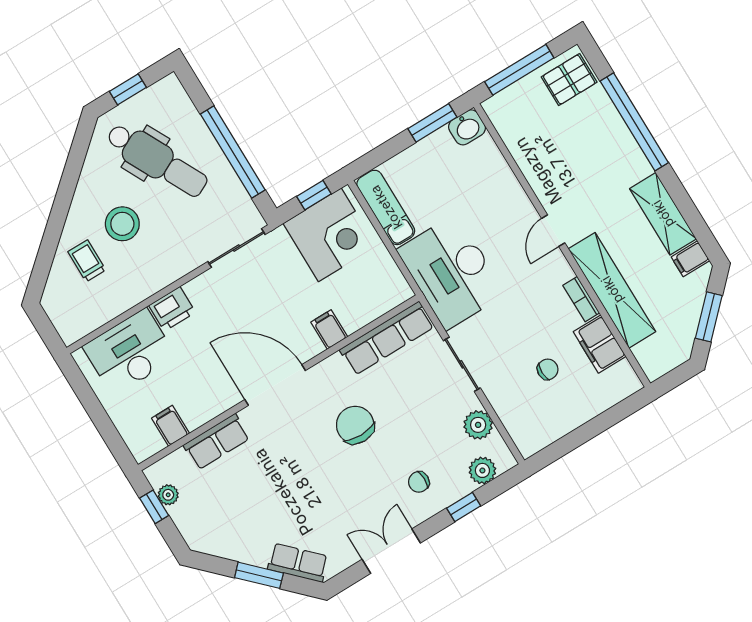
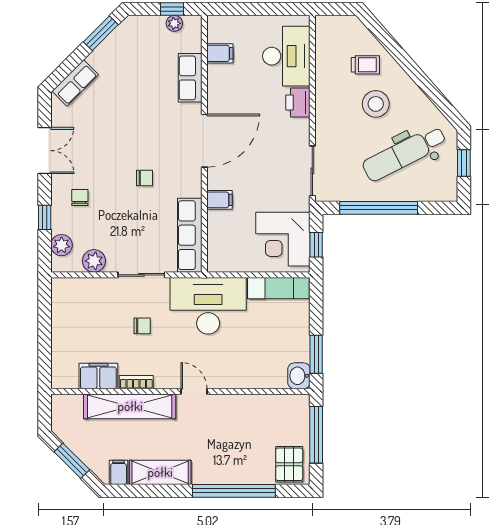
chair: (548, 369) -> (142, 326), moved, turned -90
chair: (355, 425) -> (144, 178), width x0.54, depth x0.54
window: (259, 575) -> (101, 33), moved

